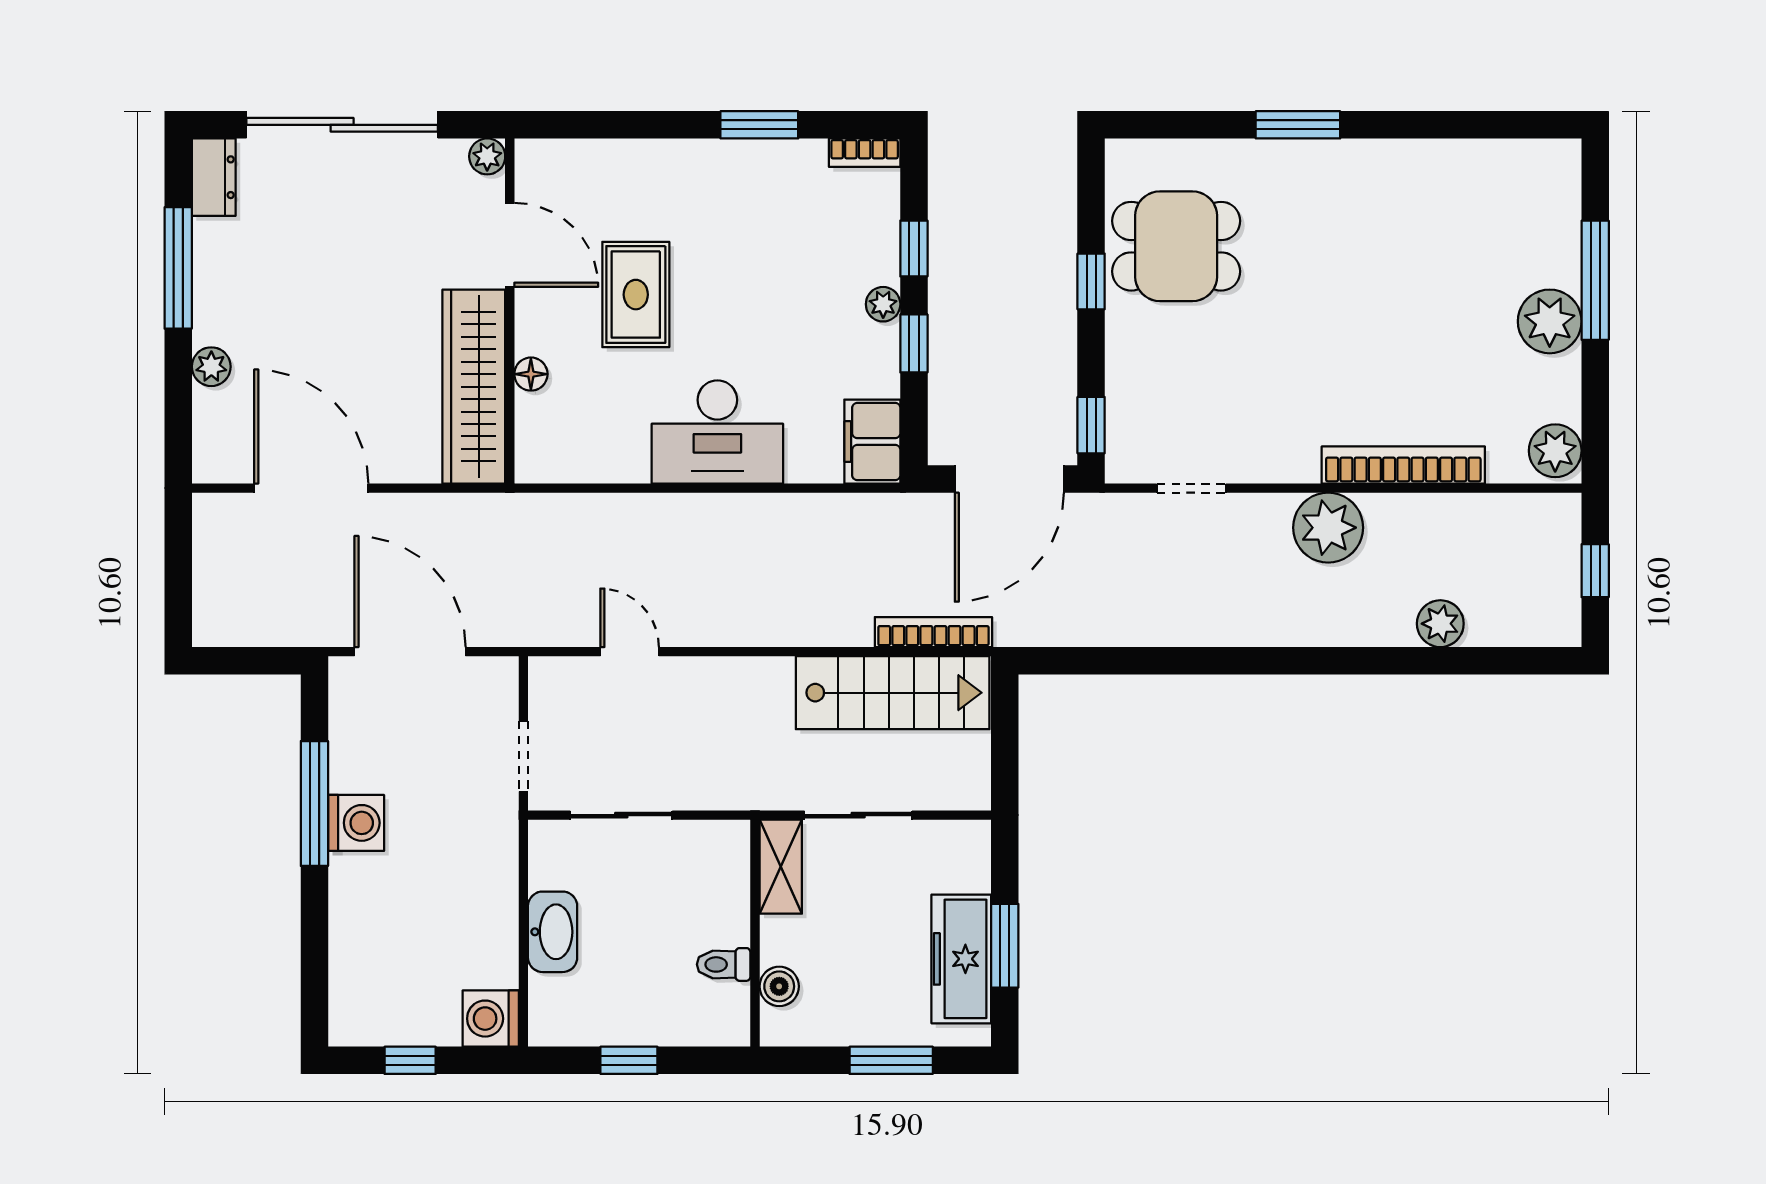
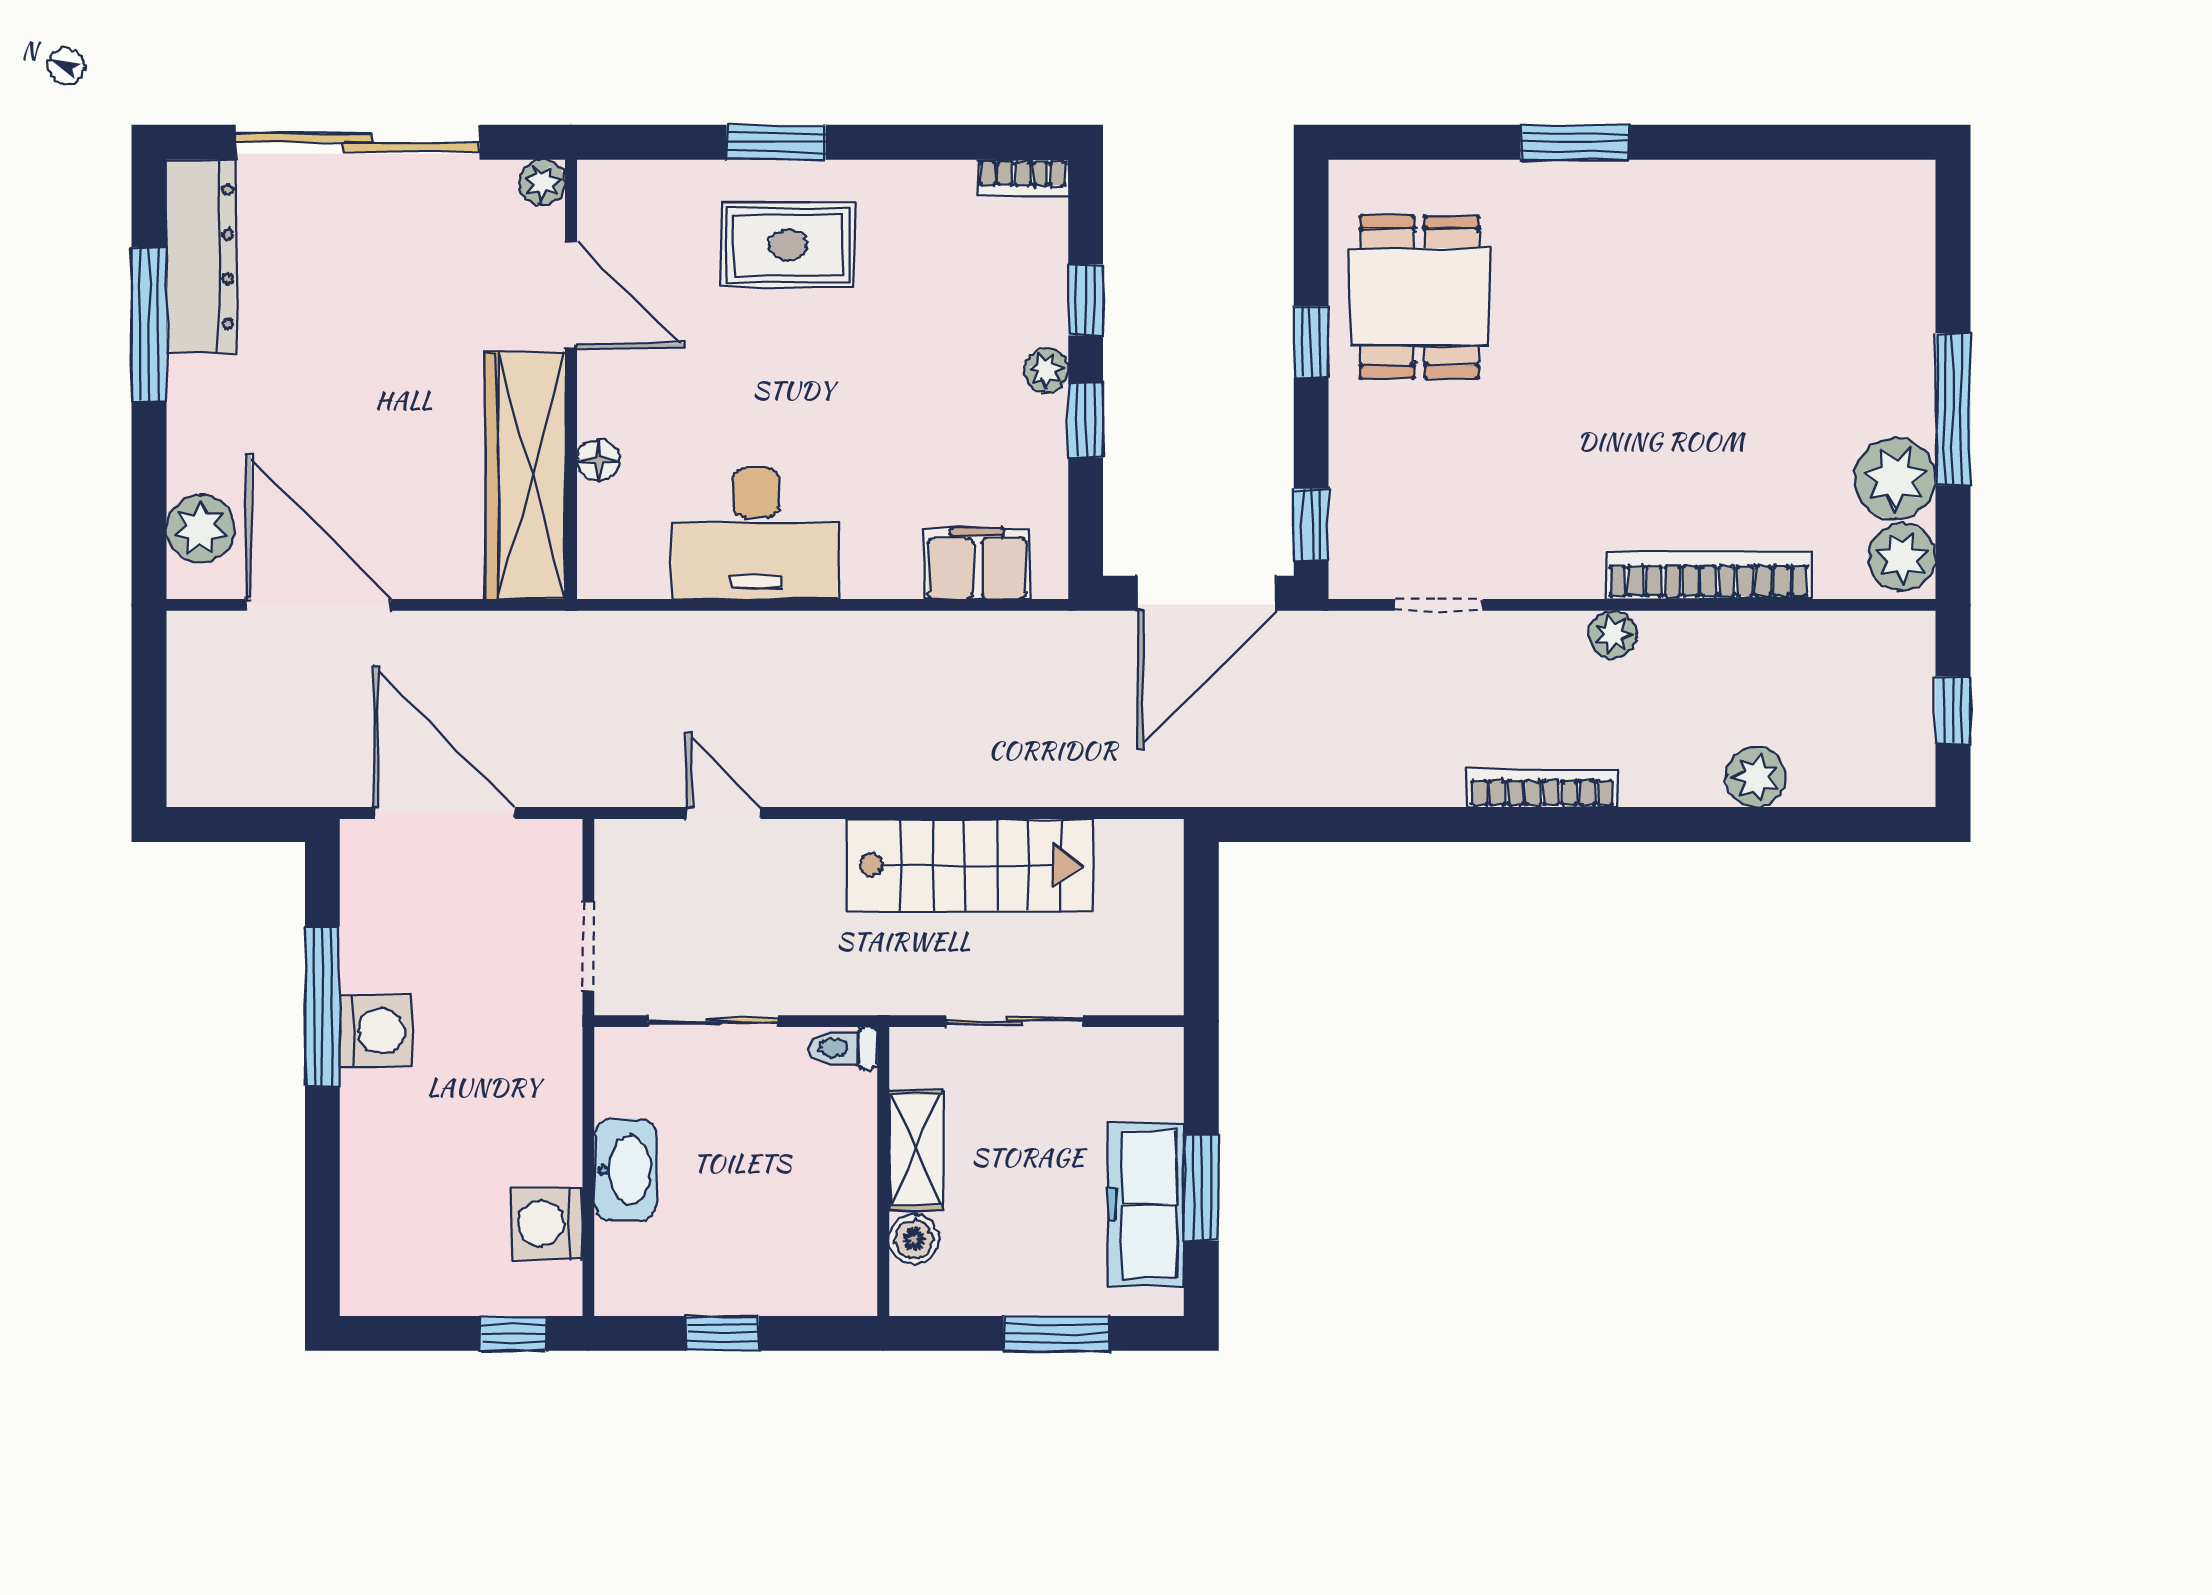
window: (759, 125) -> (776, 142), moved
dresser: (214, 177) -> (201, 257), width x1.96, depth x1.24
dining table: (1176, 246) -> (1419, 297), turned 90
window: (1595, 280) -> (1953, 409), moved
rug: (636, 295) -> (788, 245), moved, turned 90
plant: (1550, 321) -> (1895, 478), moved
plant: (211, 367) -> (200, 529), moved, width x1.38, depth x1.38
desk: (717, 432) -> (756, 533), moved
filing cabinet: (872, 442) -> (977, 563), moved, turned 90
plant: (1328, 528) -> (1613, 634), width x0.53, depth x0.53
bookcase: (933, 632) -> (1542, 788), moved
stairs: (893, 693) -> (970, 865), moved
shelving: (781, 867) -> (916, 1150), moved
toilet: (724, 964) -> (843, 1048), moved
washing machine: (491, 1019) -> (547, 1223), moved
window: (410, 1060) -> (513, 1333), moved

